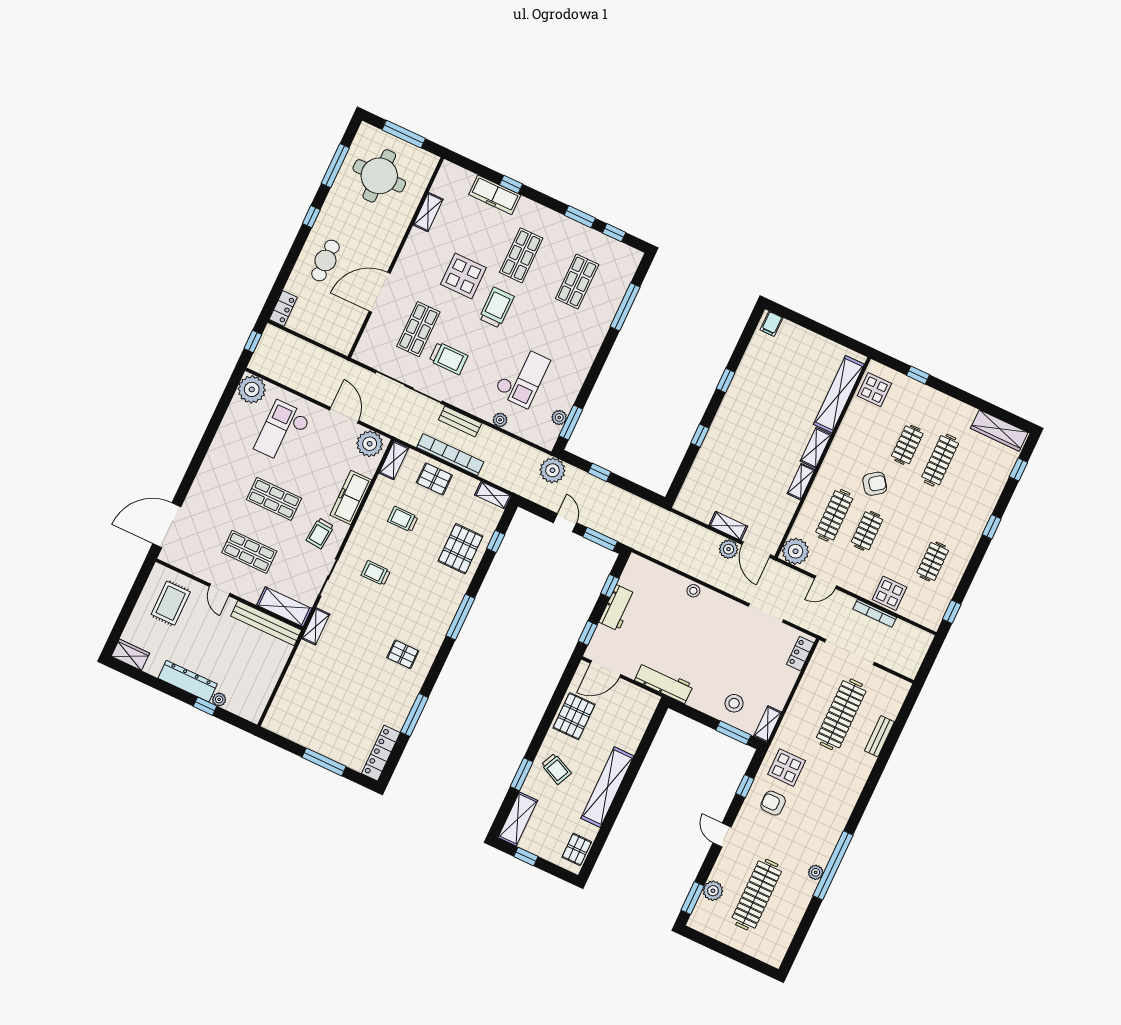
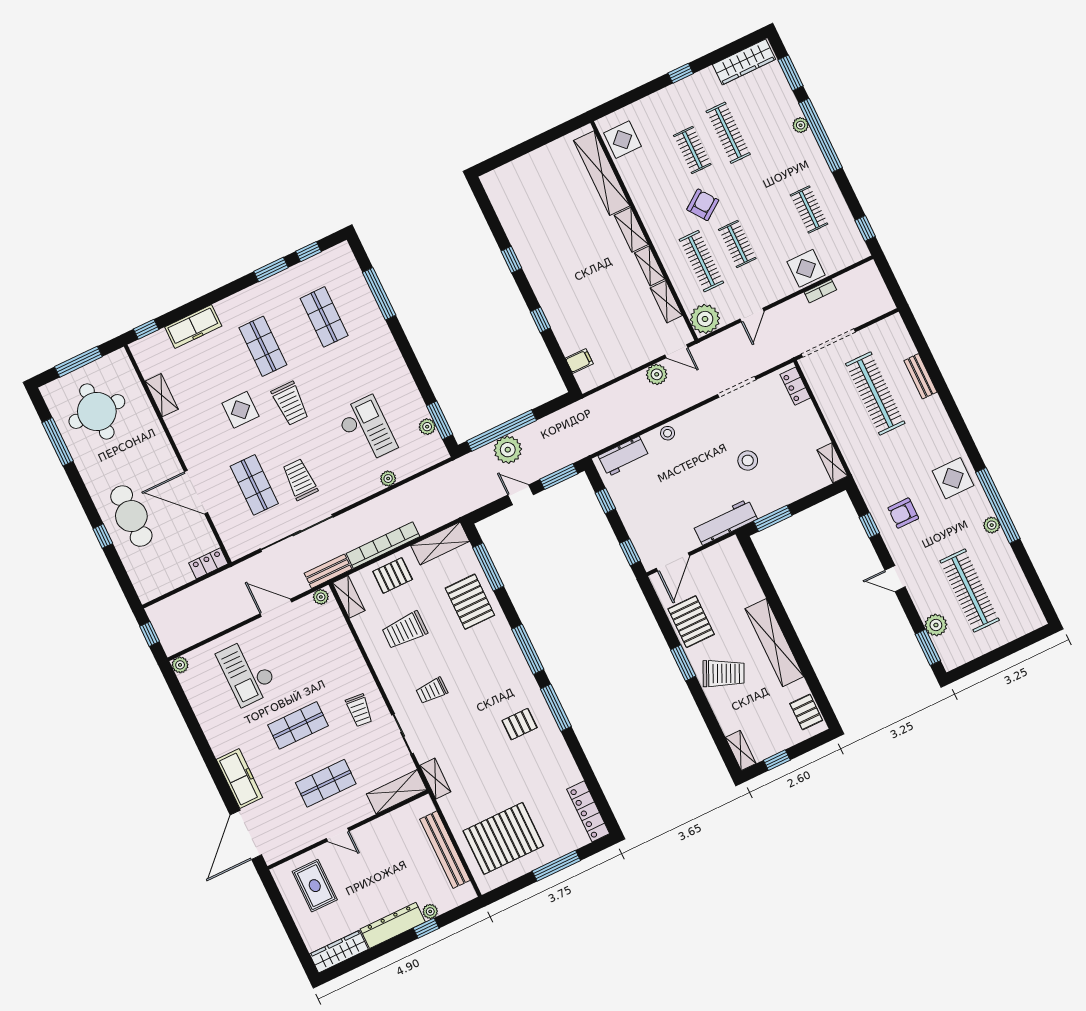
window: (511, 184) -> (146, 329), moved
window: (311, 217) -> (103, 536), moved
cafe table: (325, 261) -> (131, 516), width x1.37, depth x1.35
display table: (463, 276) -> (240, 410), width x0.73, depth x0.73
door: (380, 292) -> (196, 492), hinge flipped
locker: (283, 308) -> (208, 563), moved, turned -90
trolley: (497, 308) -> (290, 403), turned 180
filing cabinet: (771, 324) -> (579, 361), moved, turned -90
trolley: (448, 358) -> (300, 479), turned -90
window: (918, 375) -> (681, 73), moved
plant: (252, 389) -> (180, 665), width x0.53, depth x0.53
bench: (460, 421) -> (328, 571), moved
plant: (370, 444) -> (321, 597), width x0.53, depth x0.53
plant: (552, 470) -> (508, 450), moved
window: (1018, 470) -> (791, 73), width x1.50
window: (599, 472) -> (502, 431), width x3.17
shelving: (493, 495) -> (440, 543), width x1.50, depth x1.33
freezer: (351, 498) -> (239, 779), moved, turned 180
plant: (987, 507) -> (801, 125), added
trolley: (403, 519) -> (405, 630), width x1.36, depth x1.39
shelving: (728, 526) -> (666, 302), moved, turned 90
window: (992, 527) -> (821, 135), width x3.17
window: (496, 542) -> (488, 567), width x2.17
door: (756, 550) -> (676, 351), width x0.73
workbench: (617, 608) -> (624, 456), moved, turned 90
bookcase: (875, 613) -> (820, 291), width x0.64
bench: (266, 623) -> (445, 850), moved, turned 90
wardrobe: (130, 655) -> (339, 952), width x1.50
stool: (734, 703) -> (748, 460), moved
pallet: (313, 709) -> (503, 838), added
window: (414, 715) -> (556, 708), moved
window: (733, 733) -> (773, 518), moved
display table: (787, 768) -> (953, 478), moved
trolley: (556, 769) -> (724, 673), width x1.36, depth x1.39
window: (522, 774) -> (683, 663), moved
shelving: (518, 819) -> (741, 750), width x0.67, depth x0.75

